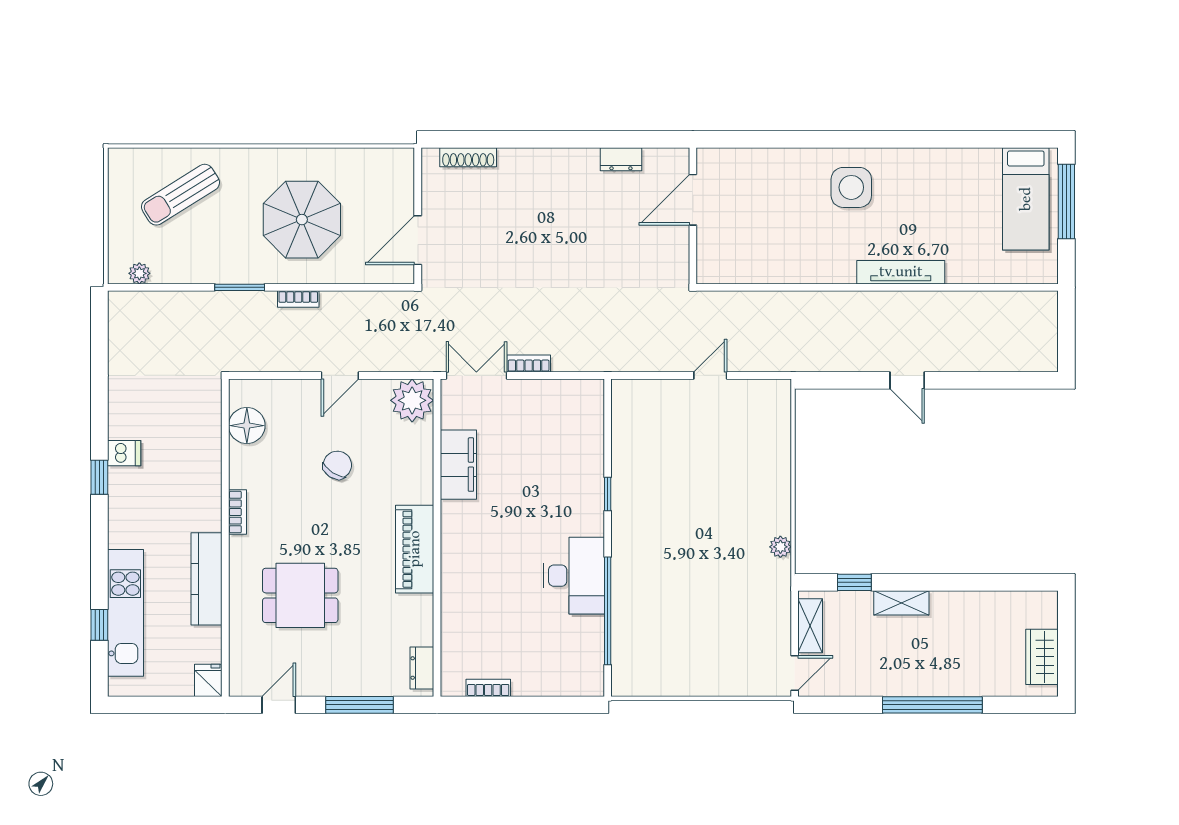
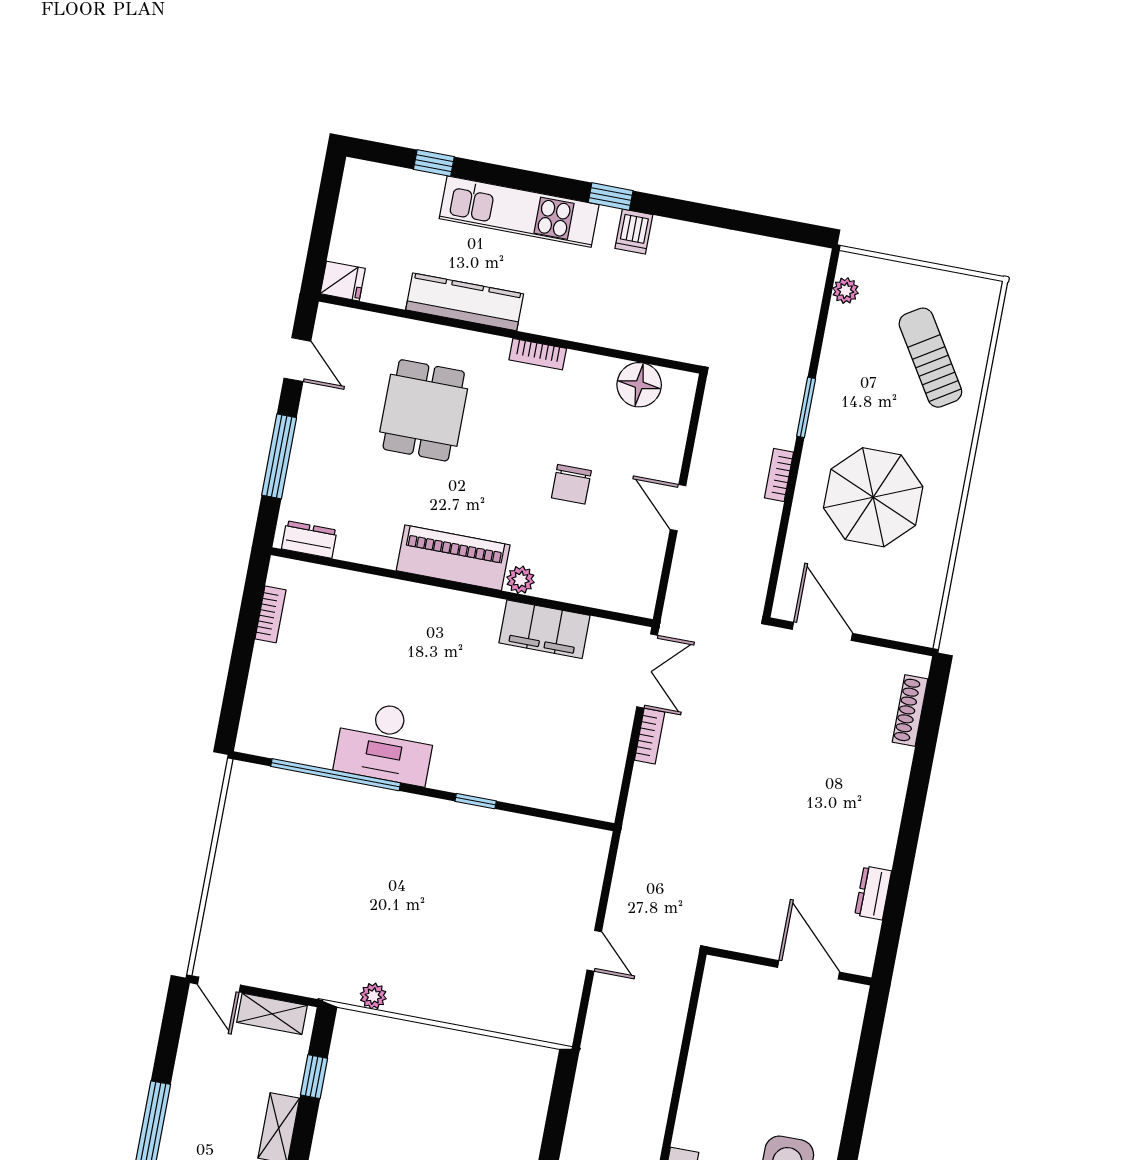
plant: (412, 400) -> (521, 580), moved, width x0.53, depth x0.53
chair: (337, 465) -> (571, 484), turned 57
kitchen unit: (125, 613) -> (519, 212), moved

